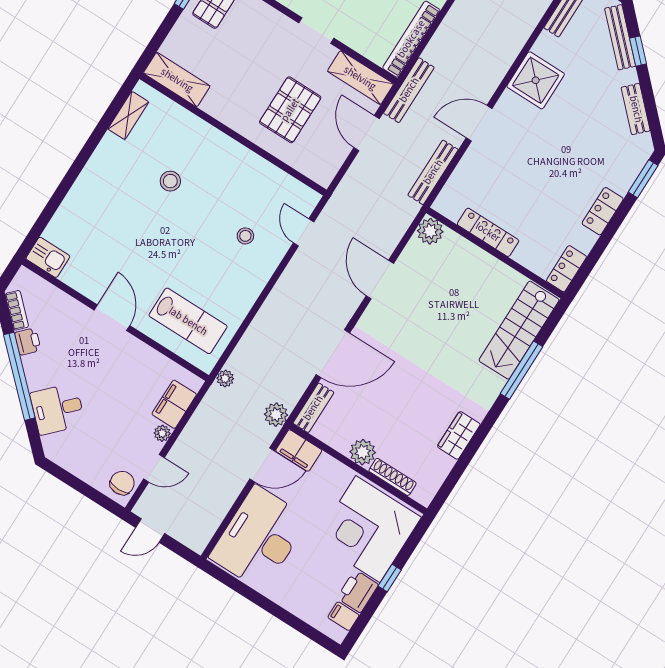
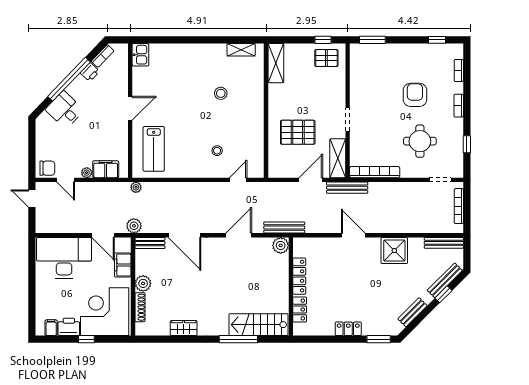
bench: (433, 172) -> (284, 228), moved
locker: (566, 269) -> (300, 310), moved, turned 90
filing cabinet: (299, 451) -> (123, 265), moved

